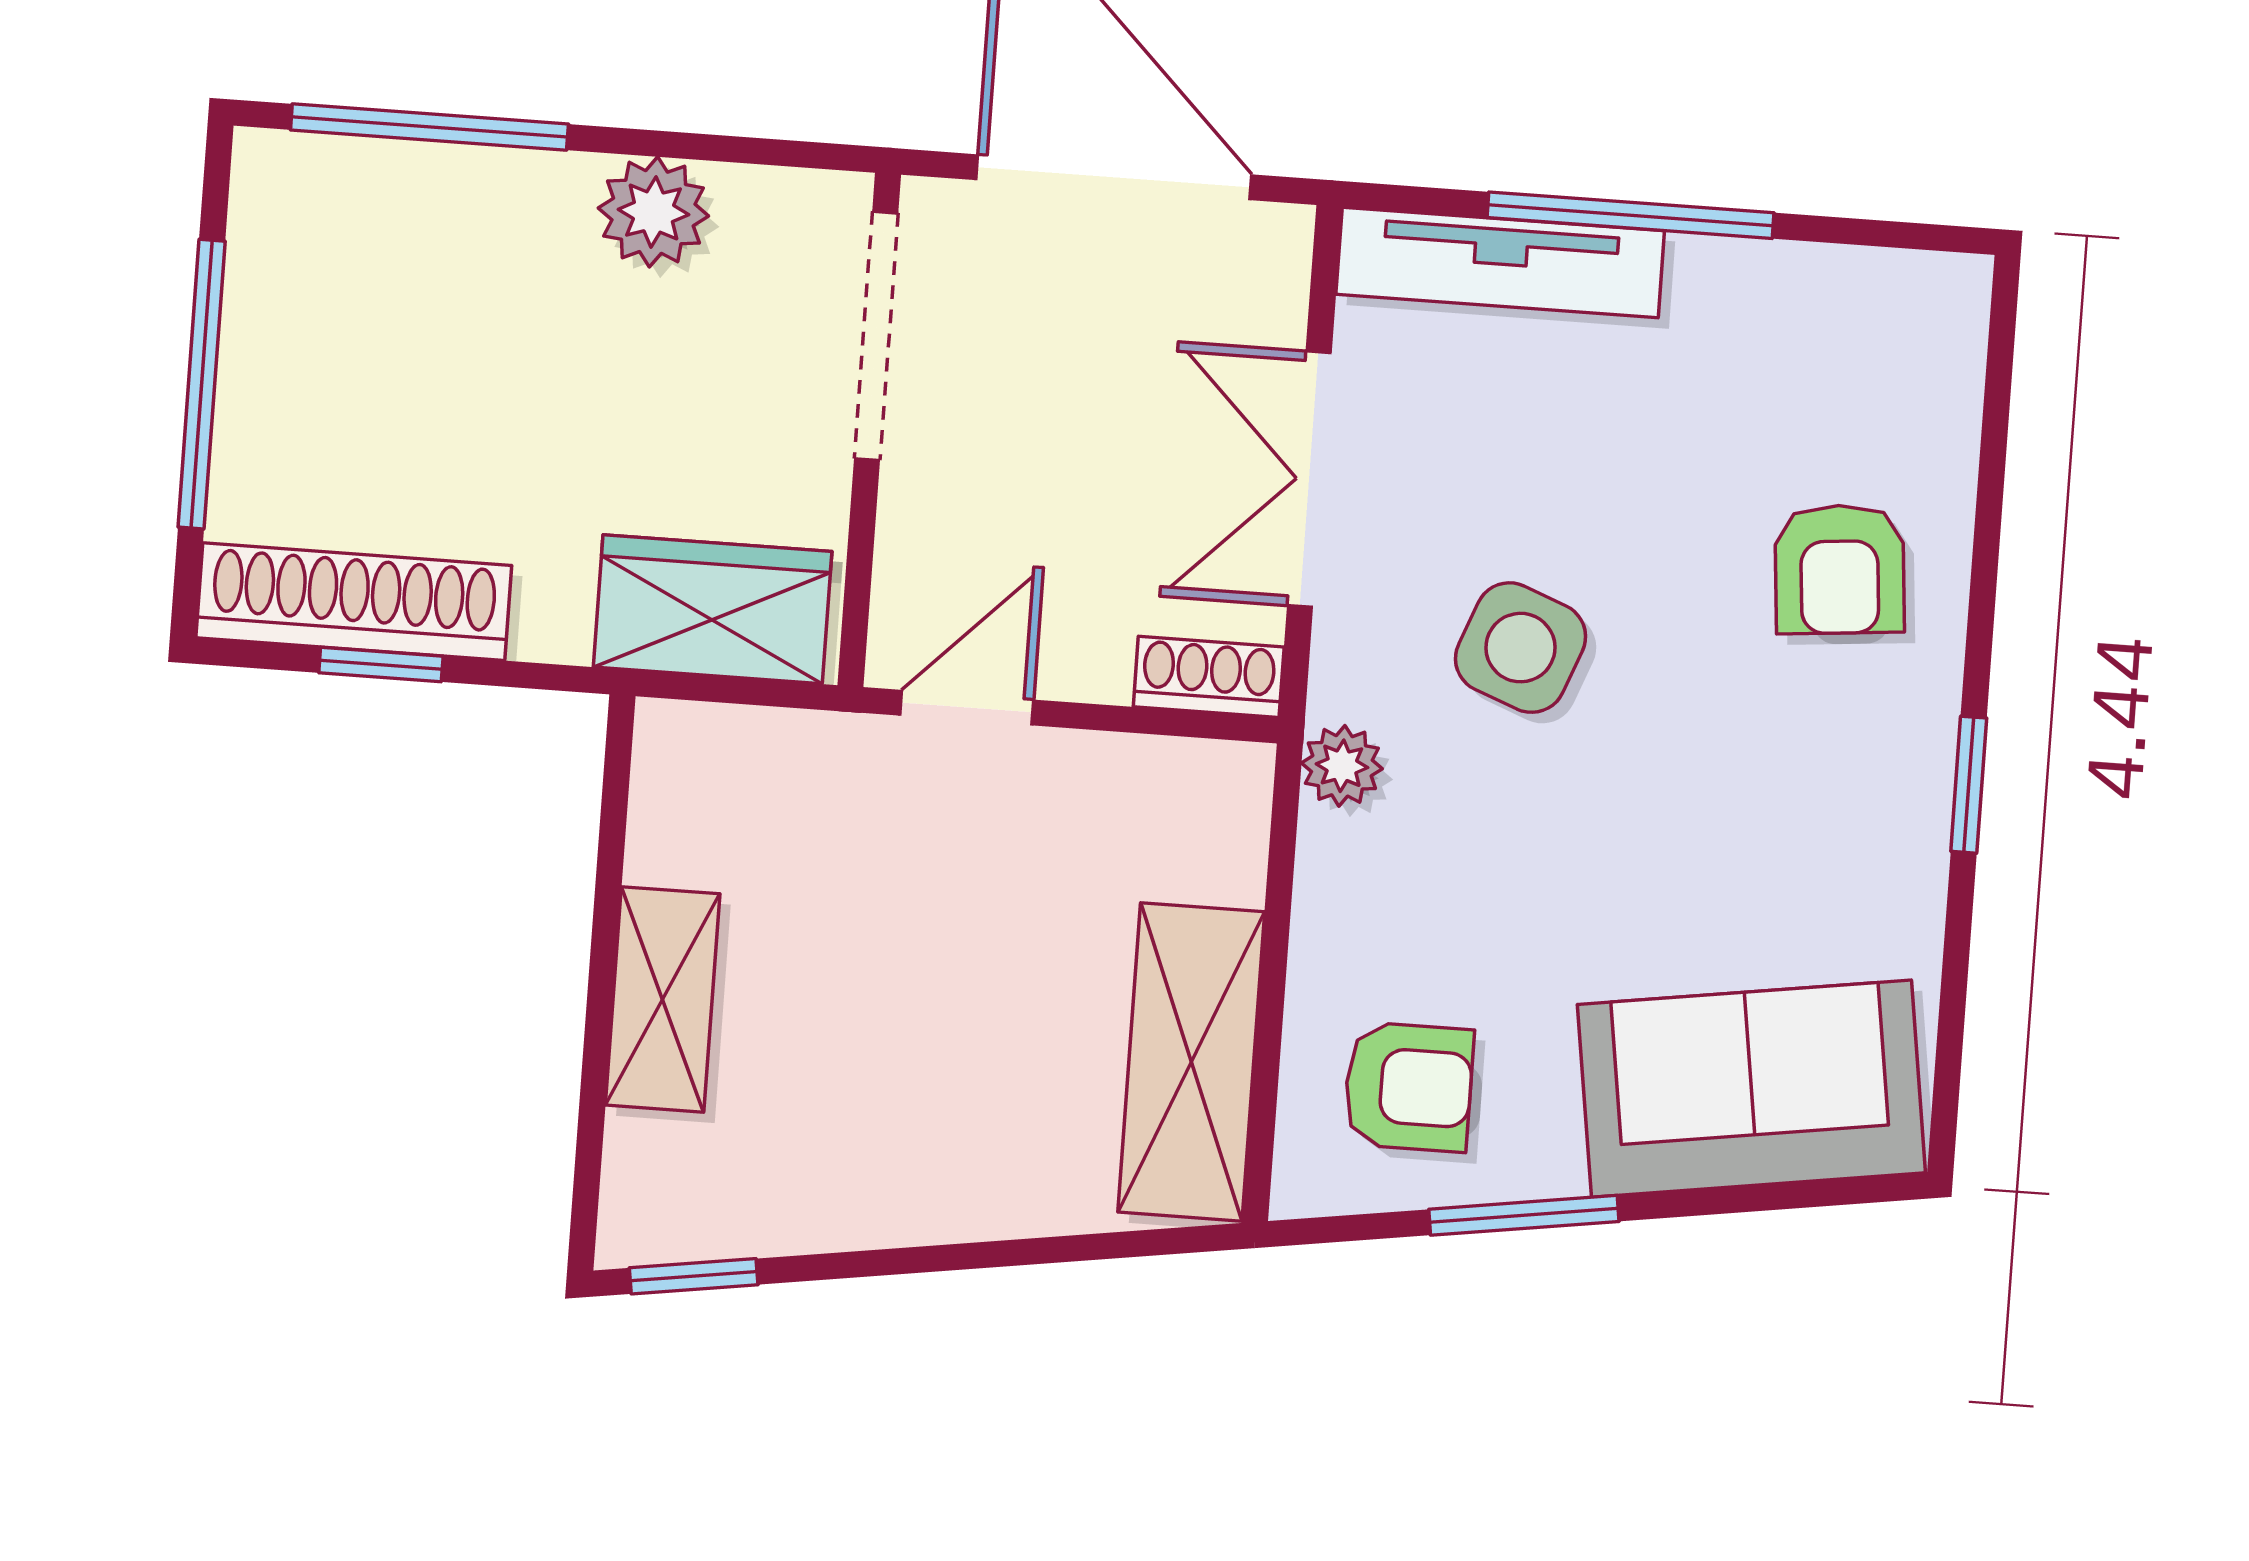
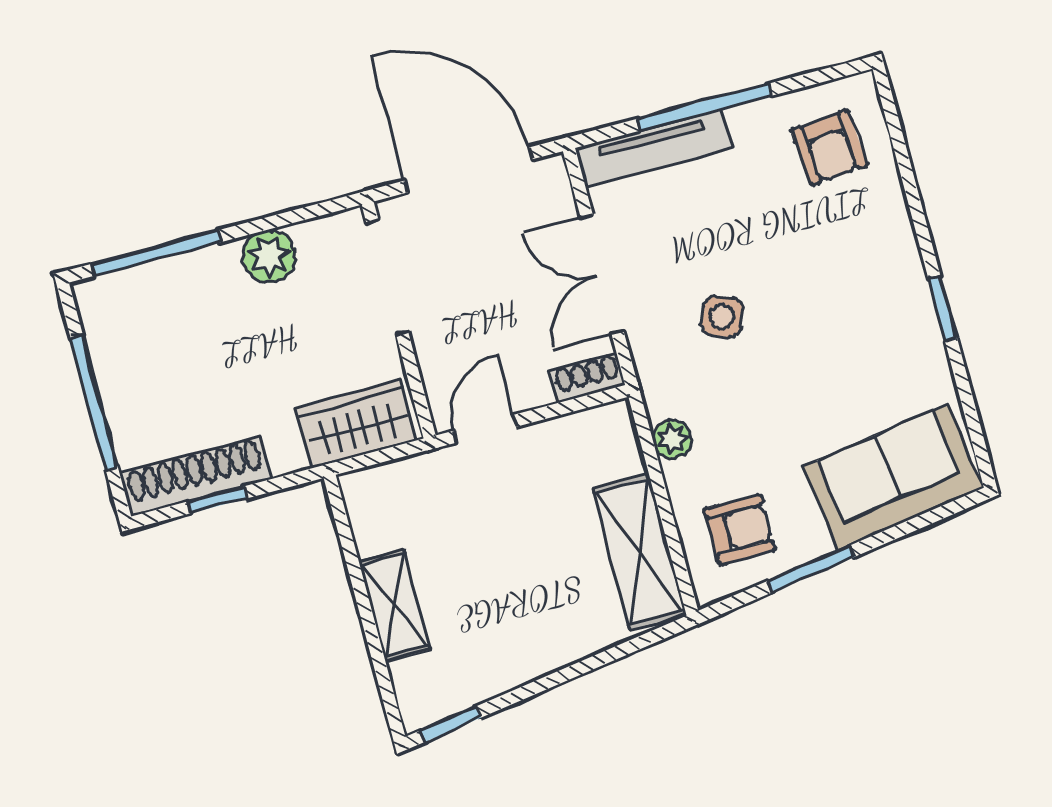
armchair: (1840, 569) -> (829, 148), moved
side table: (1521, 648) -> (722, 317), width x0.73, depth x0.73
plant: (1342, 766) -> (672, 439), moved

